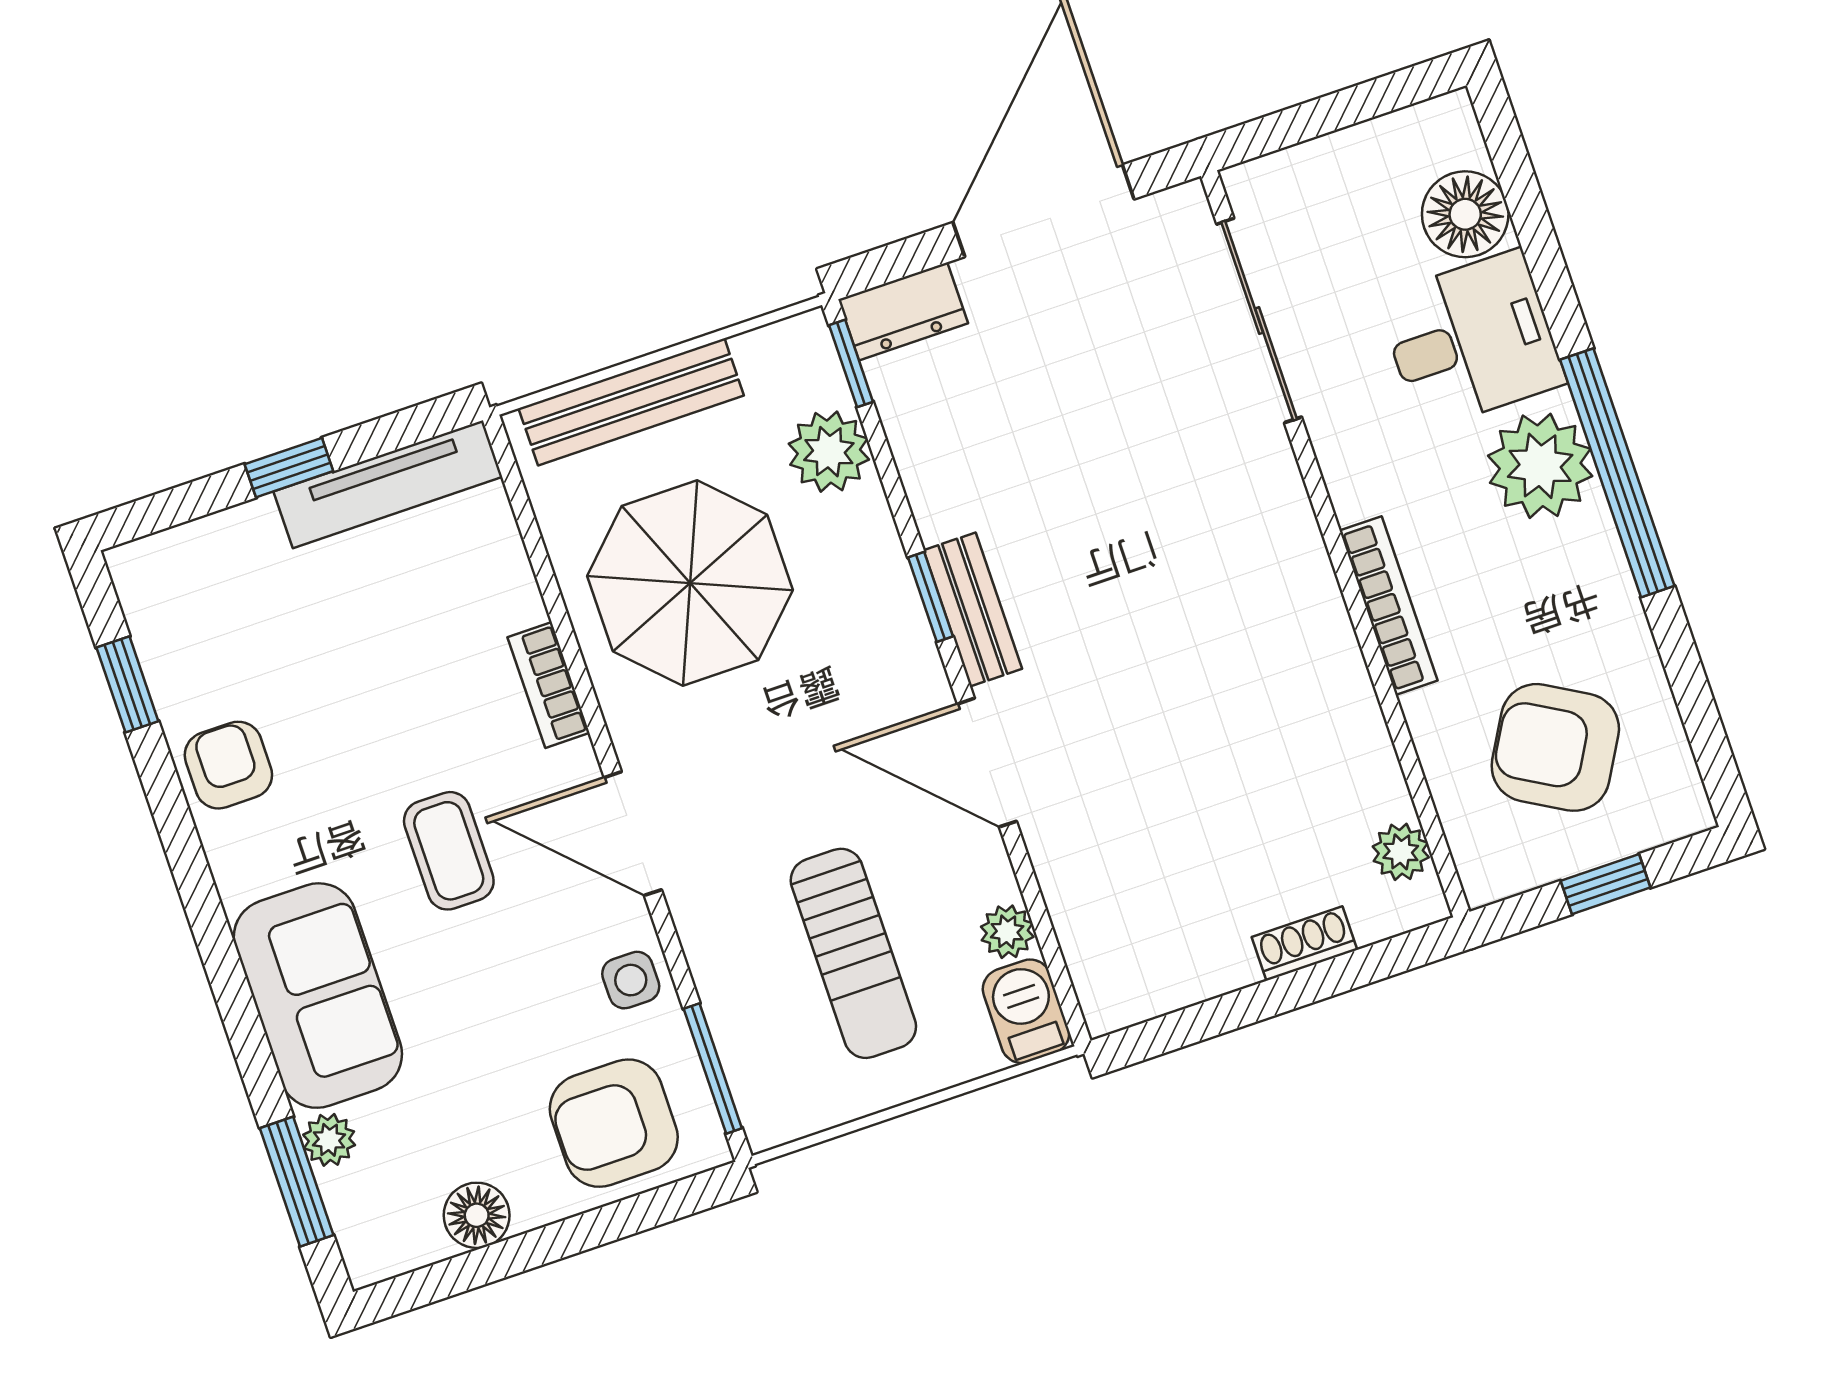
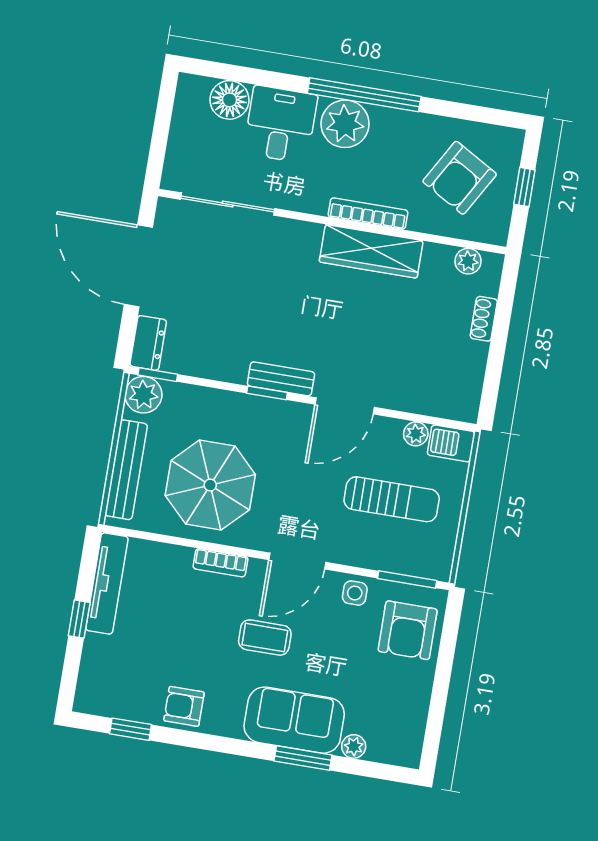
plant: (829, 452) -> (143, 395), moved
wardrobe: (1318, 652) -> (371, 251), added
window: (297, 1182) -> (303, 758), moved
floor lamp: (477, 1215) -> (415, 704), removed

